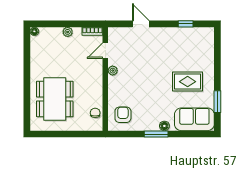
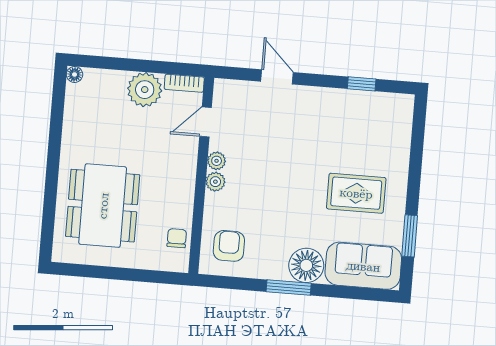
plant: (68, 32) -> (145, 90), width x1.87, depth x1.87
plant: (113, 82) -> (215, 182), added
floor lamp: (164, 126) -> (306, 265), width x1.89, depth x1.89

